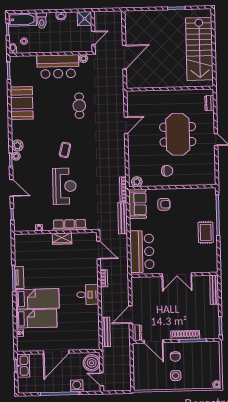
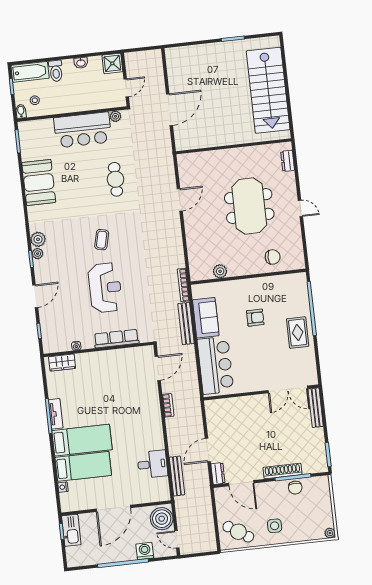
chair: (167, 171) -> (273, 257), moved
plant: (137, 182) -> (220, 271), moved
door: (12, 188) -> (35, 296), hinge flipped
sofa: (138, 204) -> (206, 318), moved
armchair: (164, 204) -> (255, 318), moved
wardrobe: (62, 239) -> (62, 363), moved
door: (99, 250) -> (158, 368), hinge flipped
double door: (177, 275) -> (288, 389), moved
desk: (88, 295) -> (152, 464), moved
chair: (175, 356) -> (295, 488), moved
cafe table: (148, 378) -> (238, 532), added

